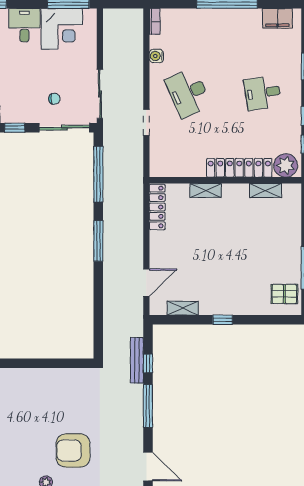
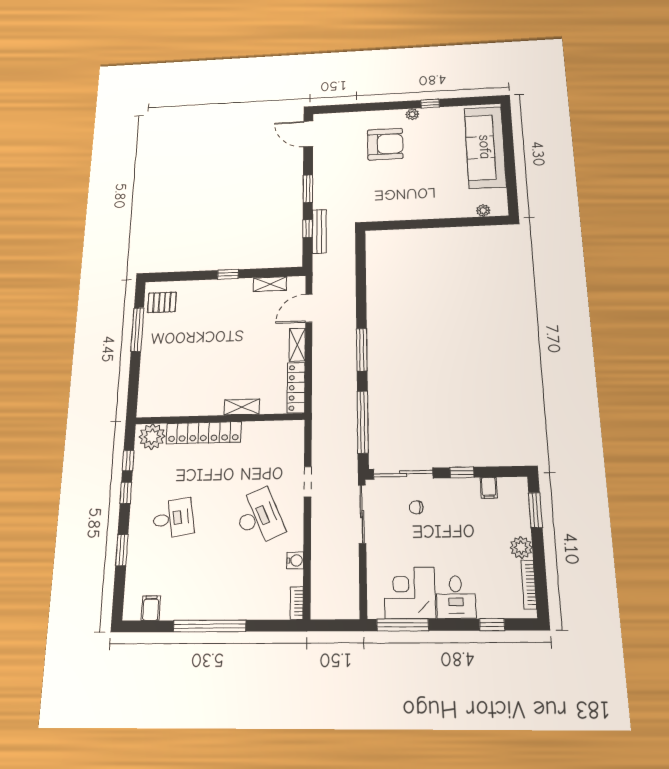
filing cabinet: (277, 18) -> (151, 608), width x0.50
shelving: (266, 191) -> (297, 345), moved, turned 90
window: (148, 406) -> (308, 189), width x0.69

